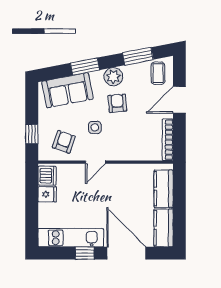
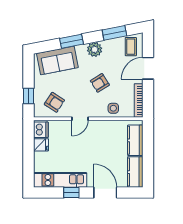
armchair: (117, 103) -> (100, 83), moved, turned -117
side table: (95, 127) -> (113, 108), moved
armchair: (64, 142) -> (54, 102), turned 104
door: (126, 253) -> (105, 193), width x0.73

